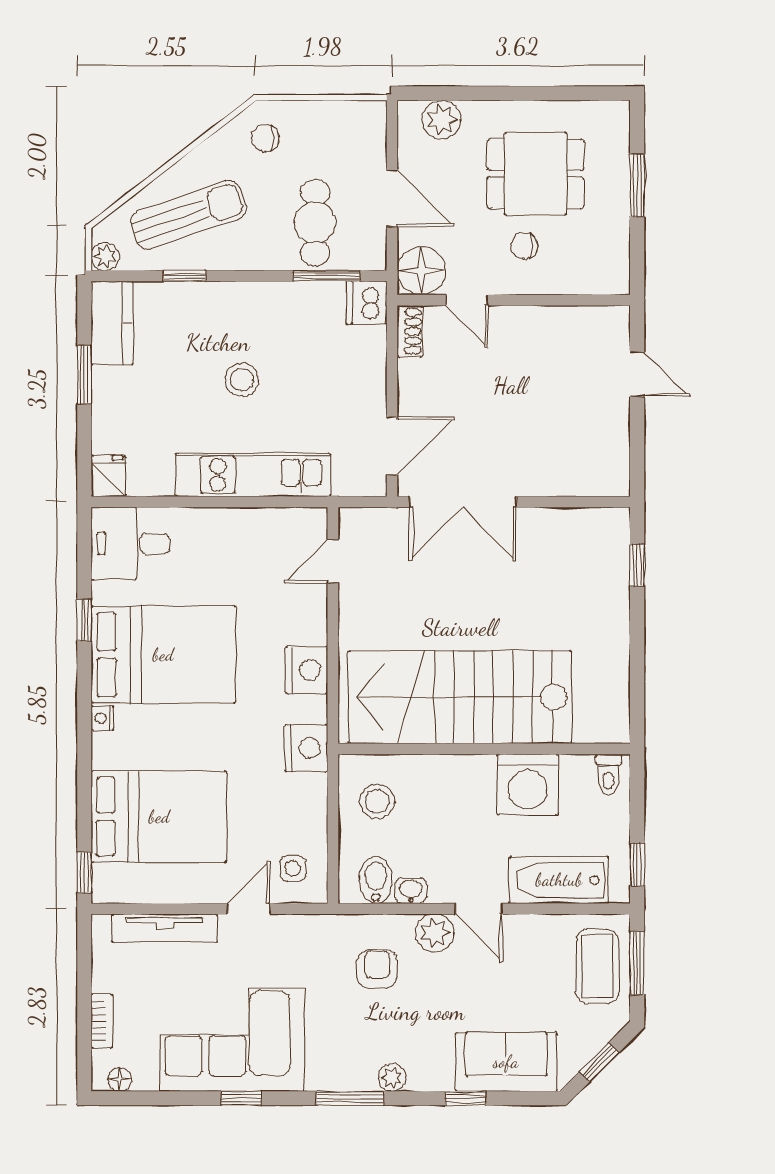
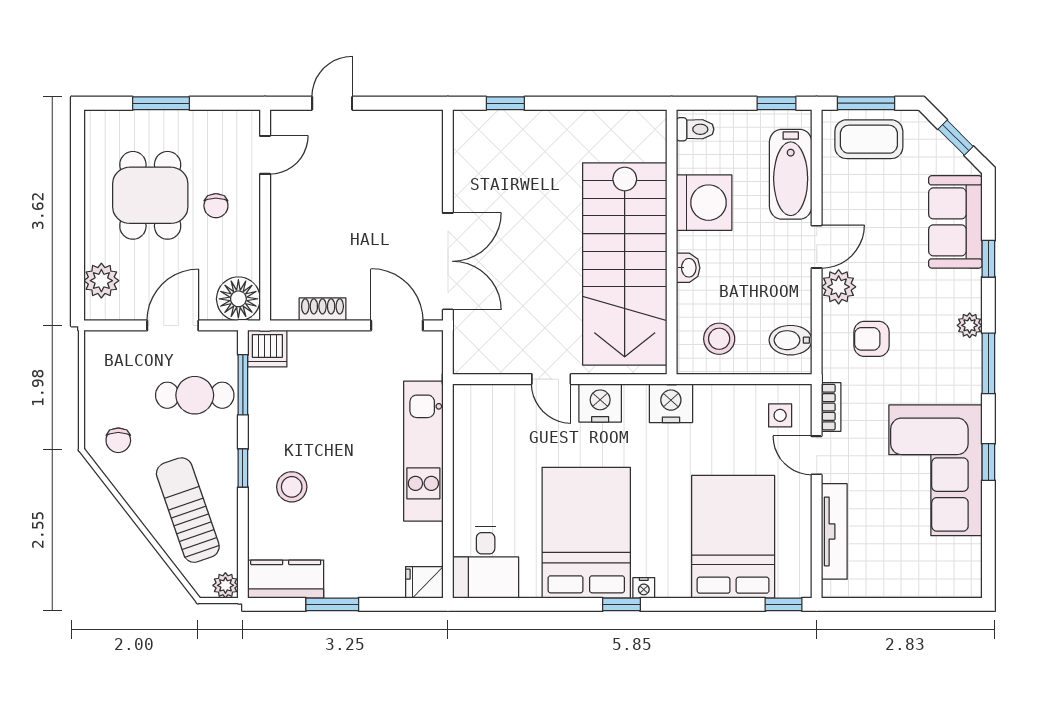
window: (185, 276) -> (243, 468), moved
door: (467, 300) -> (265, 155), moved
shoe rack: (410, 331) -> (322, 309), moved
stool: (242, 380) -> (292, 487), moved
door: (333, 561) -> (551, 379), moved
window: (84, 620) -> (621, 604), moved
washbasin: (411, 891) -> (688, 268), moved, turned 180
bookcase: (102, 1021) -> (831, 407), moved, turned 90
floor lamp: (120, 1080) -> (971, 572), removed

